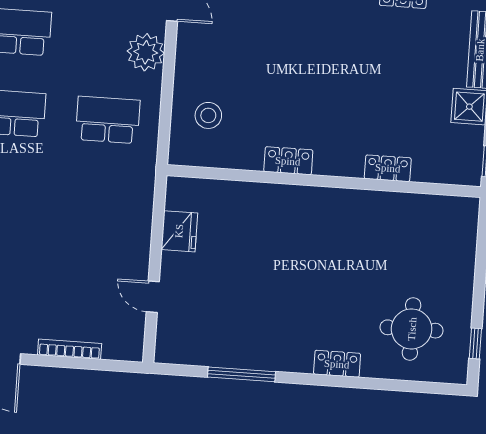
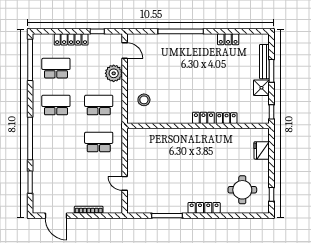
locker: (288, 161) -> (203, 118), moved
school desk: (102, 201) -> (99, 142), added
fridge: (179, 231) -> (262, 150), moved, turned 180
locker: (337, 364) -> (204, 208), width x1.53

